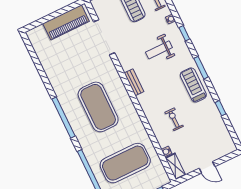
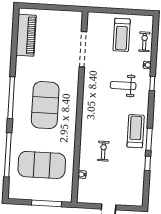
piano: (66, 22) -> (26, 35), moved, turned -90
window: (201, 68) -> (149, 139), moved
bench: (134, 82) -> (87, 101), removed
shelving: (175, 166) -> (82, 191), removed

